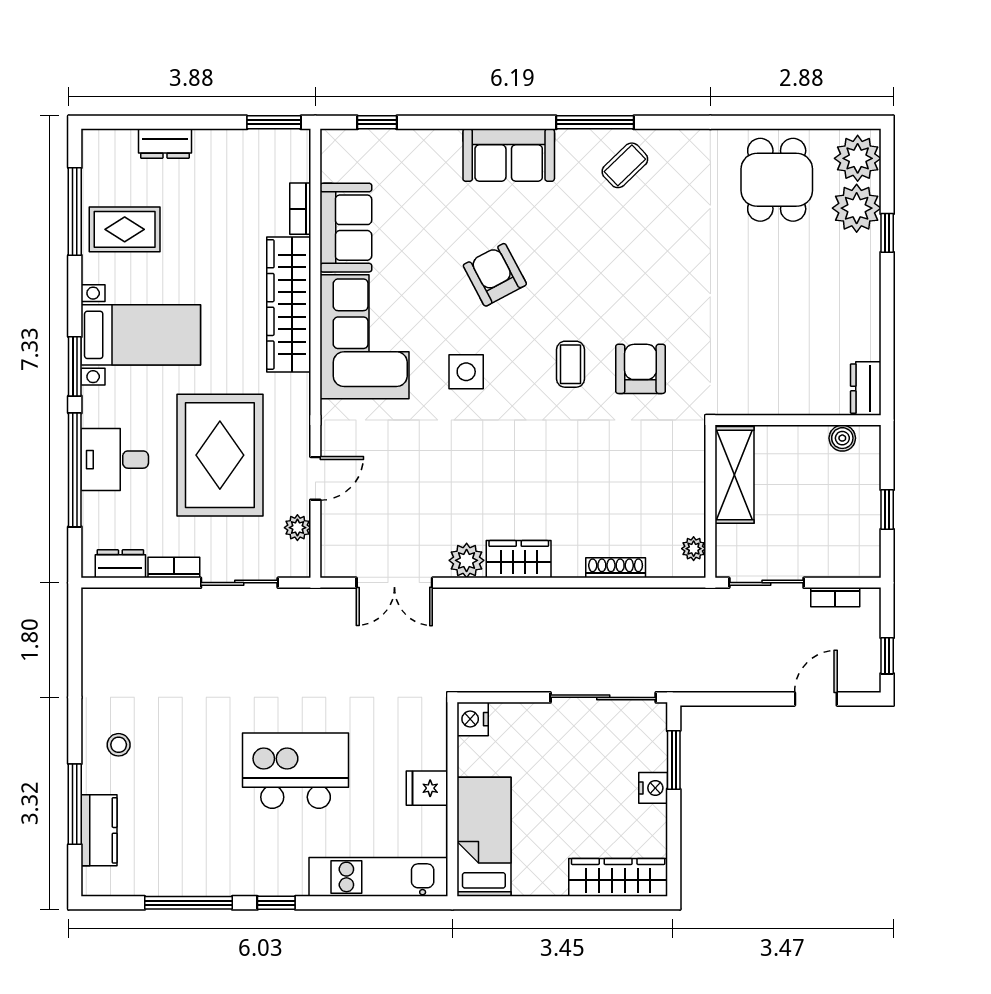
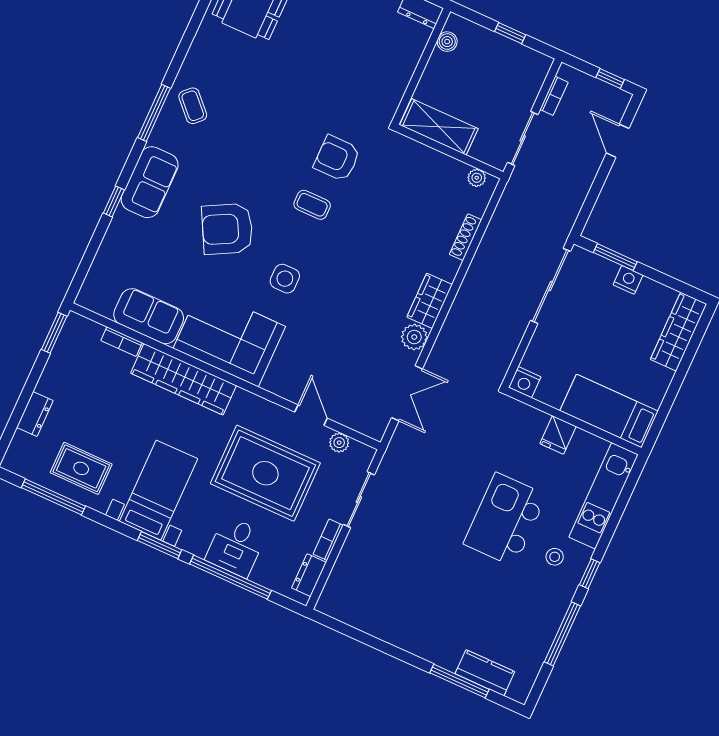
window: (377, 122) -> (114, 201), moved
rug: (125, 229) -> (81, 468), turned 90
armchair: (495, 275) -> (227, 229), width x1.36, depth x1.36
stool: (119, 745) -> (555, 557), moved

